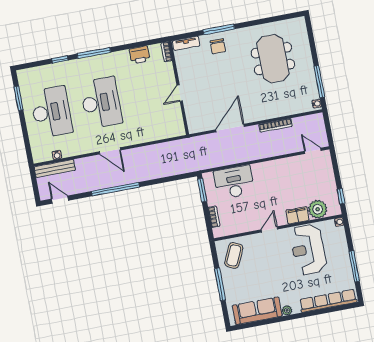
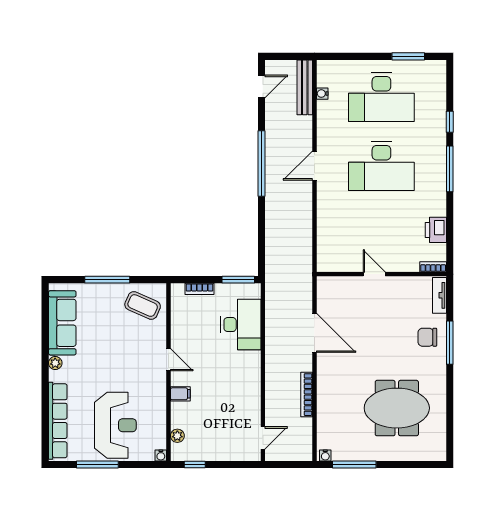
plant: (318, 209) -> (177, 436), width x0.53, depth x0.53
filing cabinet: (297, 215) -> (180, 394), width x0.50
reception desk: (308, 250) -> (115, 425), moved, turned 90

